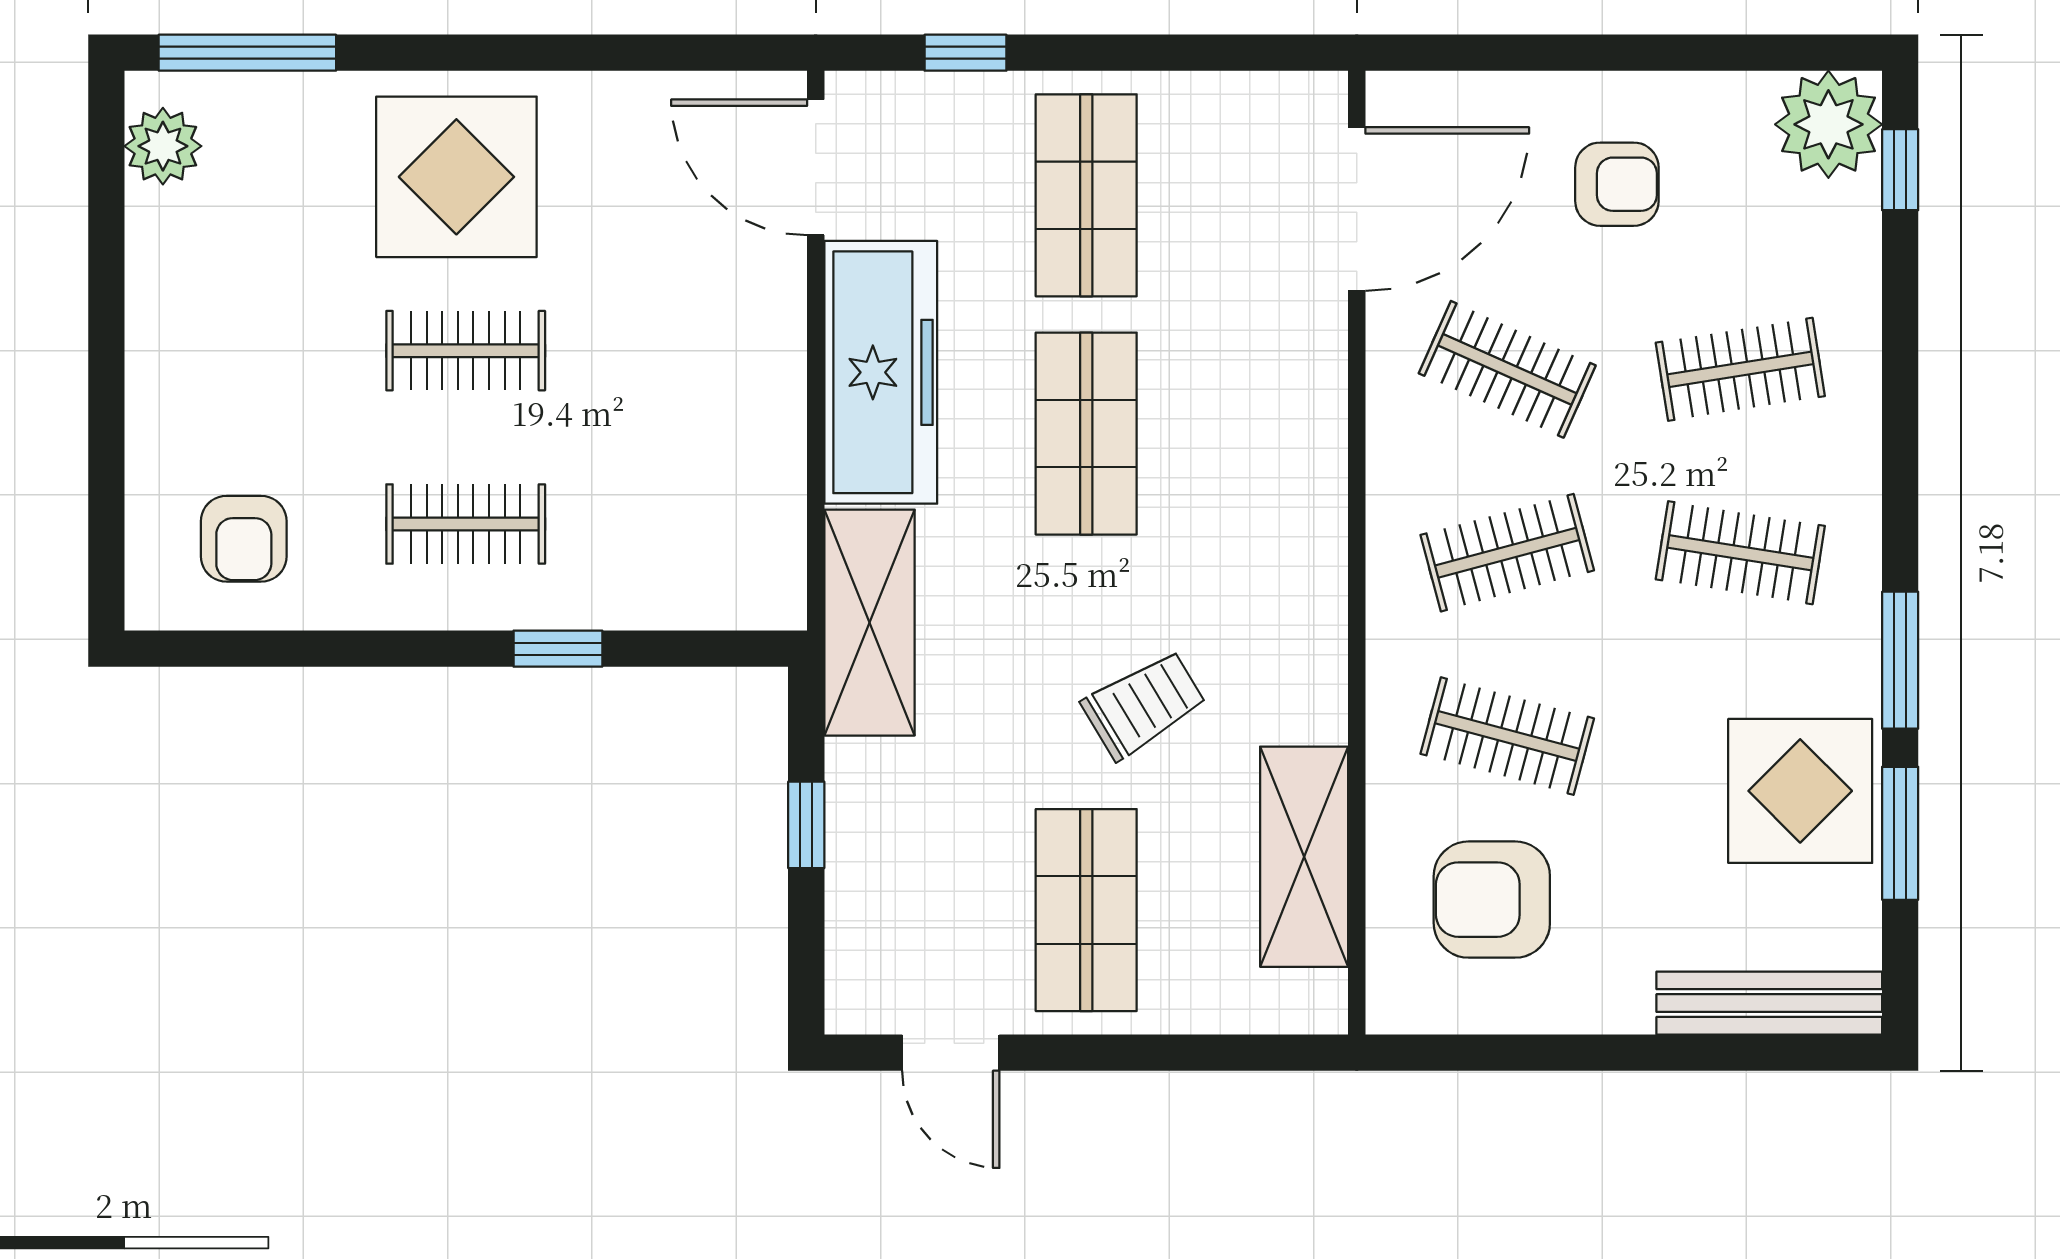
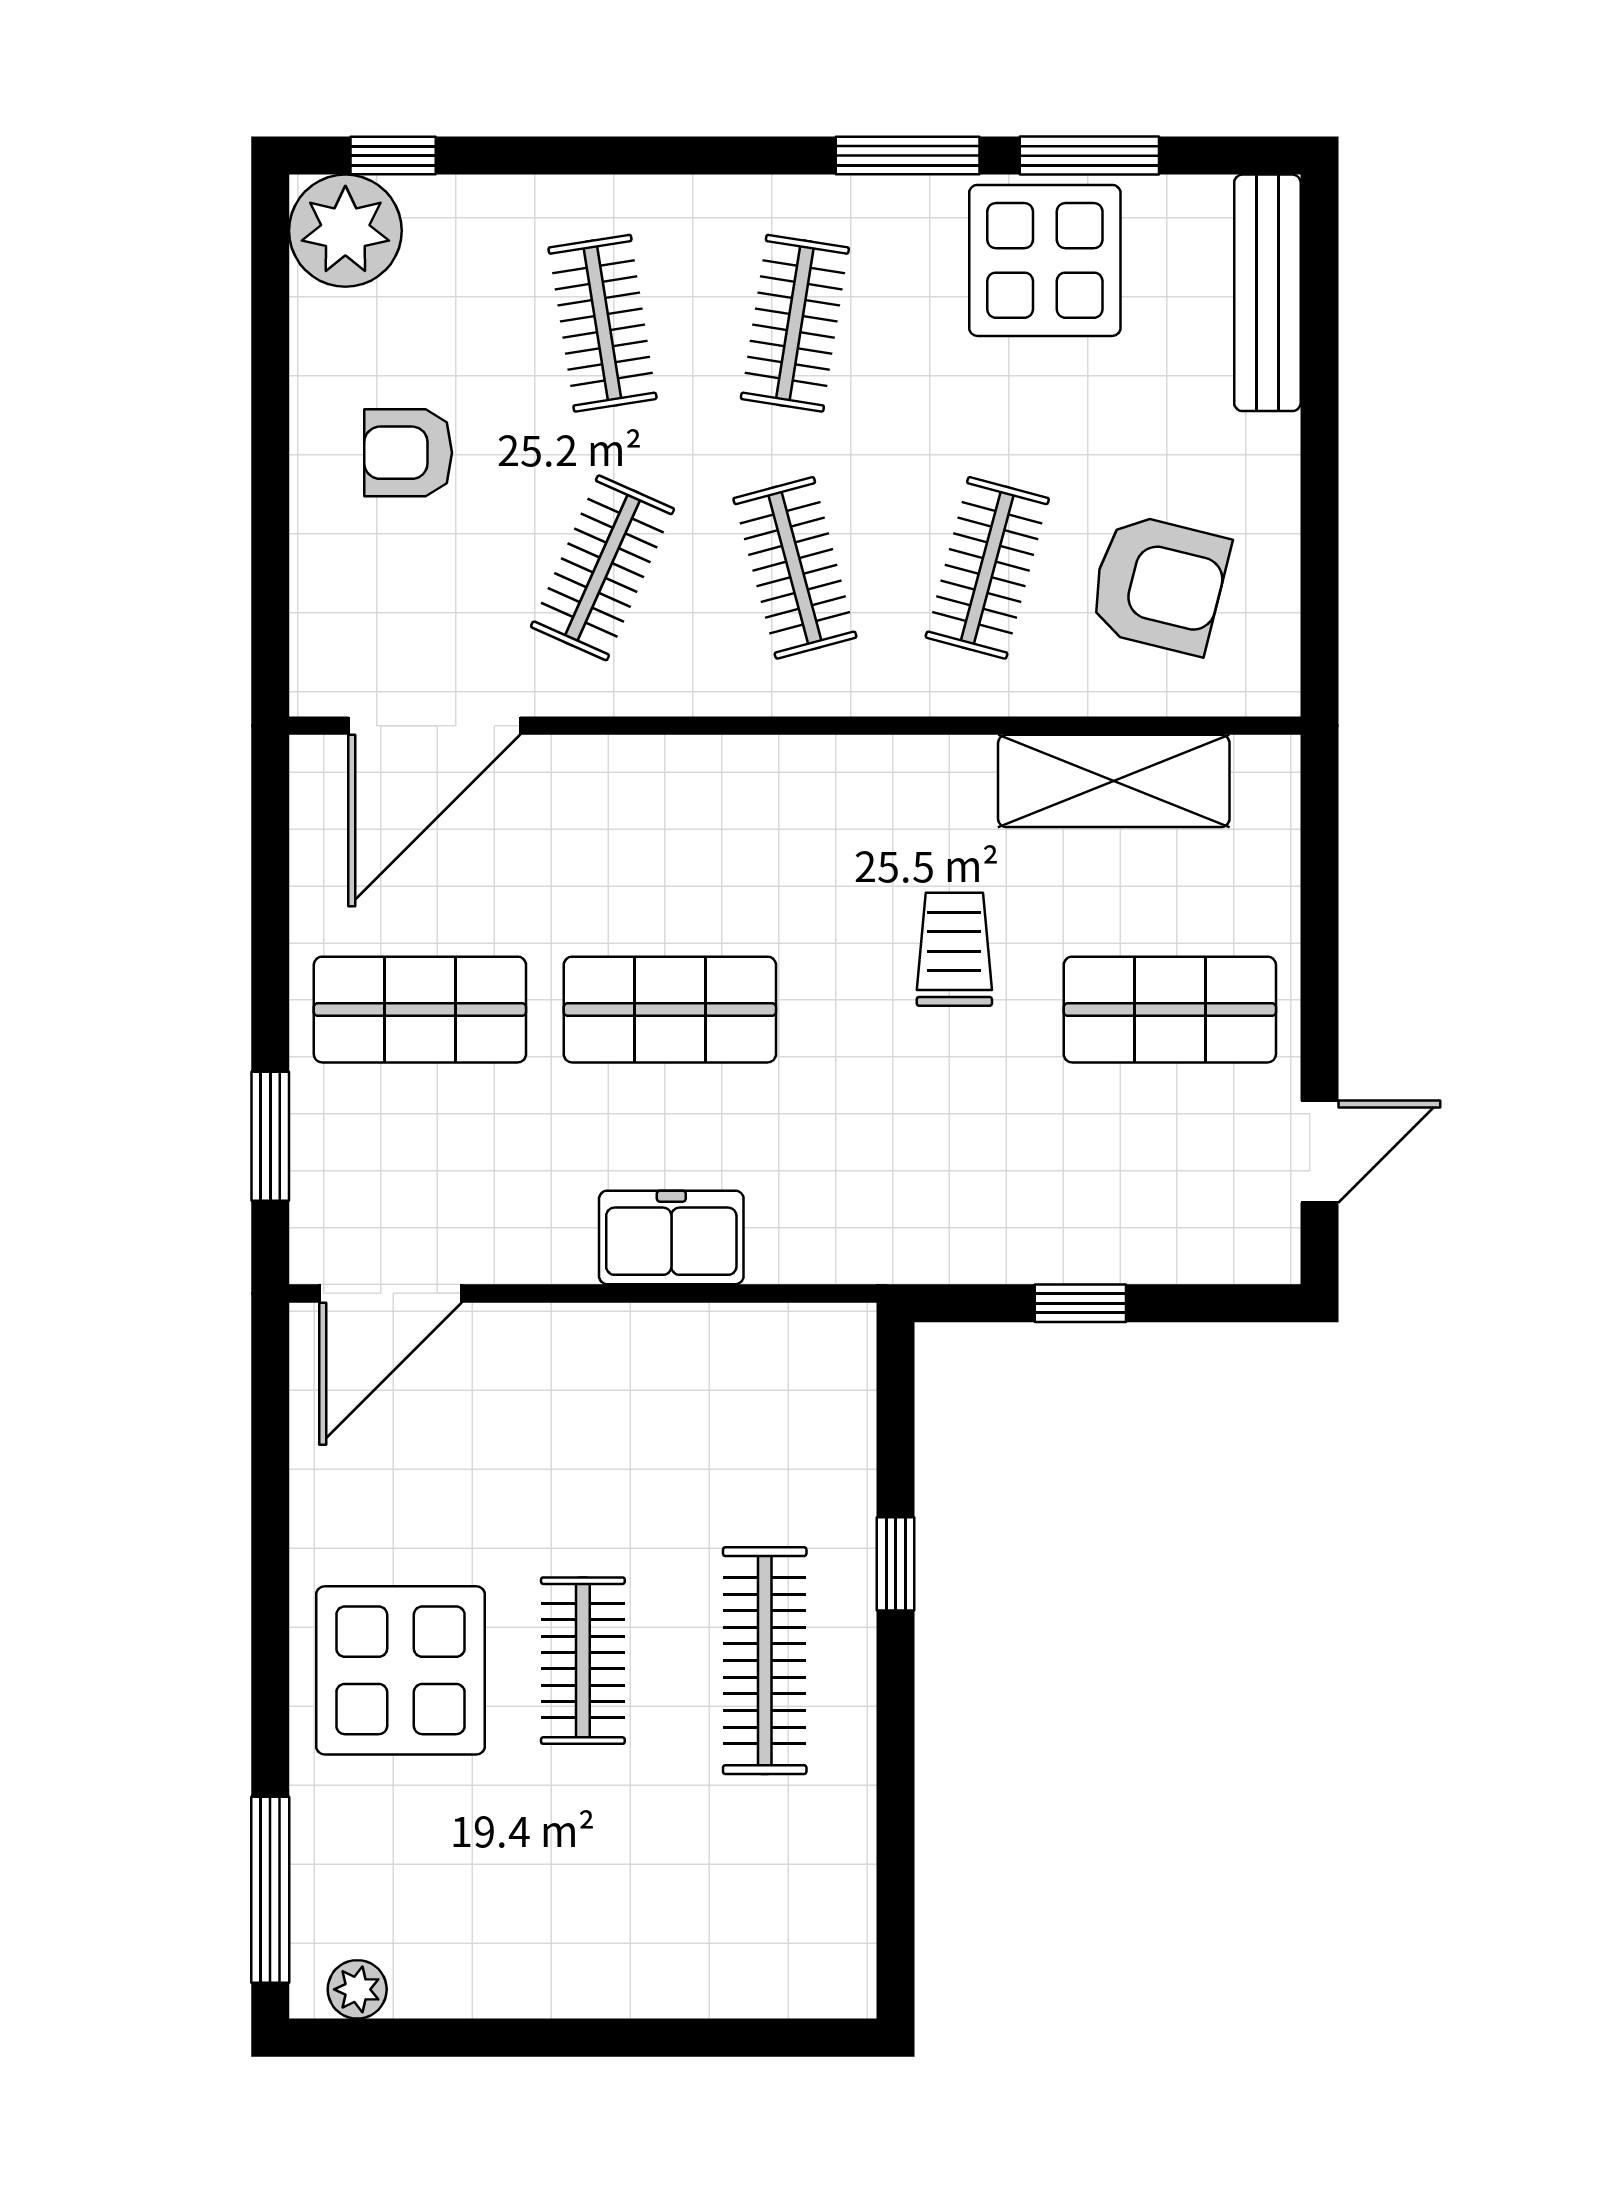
window: (965, 53) -> (270, 1136), width x1.50
plant: (163, 146) -> (357, 1989), width x0.73, depth x0.73
armchair: (1617, 184) -> (408, 453), turned -90
door: (1357, 209) -> (434, 726), swing flipped
freezer: (881, 372) -> (671, 1237), width x0.52, depth x0.79
clothes rail: (466, 524) -> (765, 1661), width x1.36
armchair: (244, 539) -> (780, 1894), removed
shelving: (870, 623) -> (868, 1237), removed
trolley: (1144, 705) -> (954, 949), turned 31
armchair: (1492, 900) -> (1159, 584), turned -76

